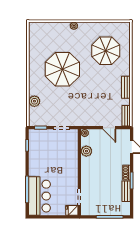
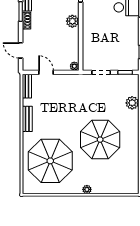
parasol: (106, 51) -> (50, 161), width x1.36, depth x1.36
plant: (86, 151) -> (72, 21), moved

